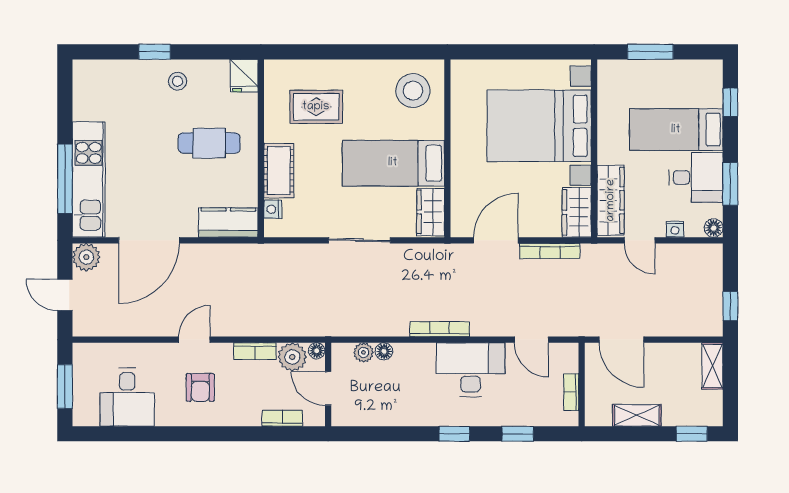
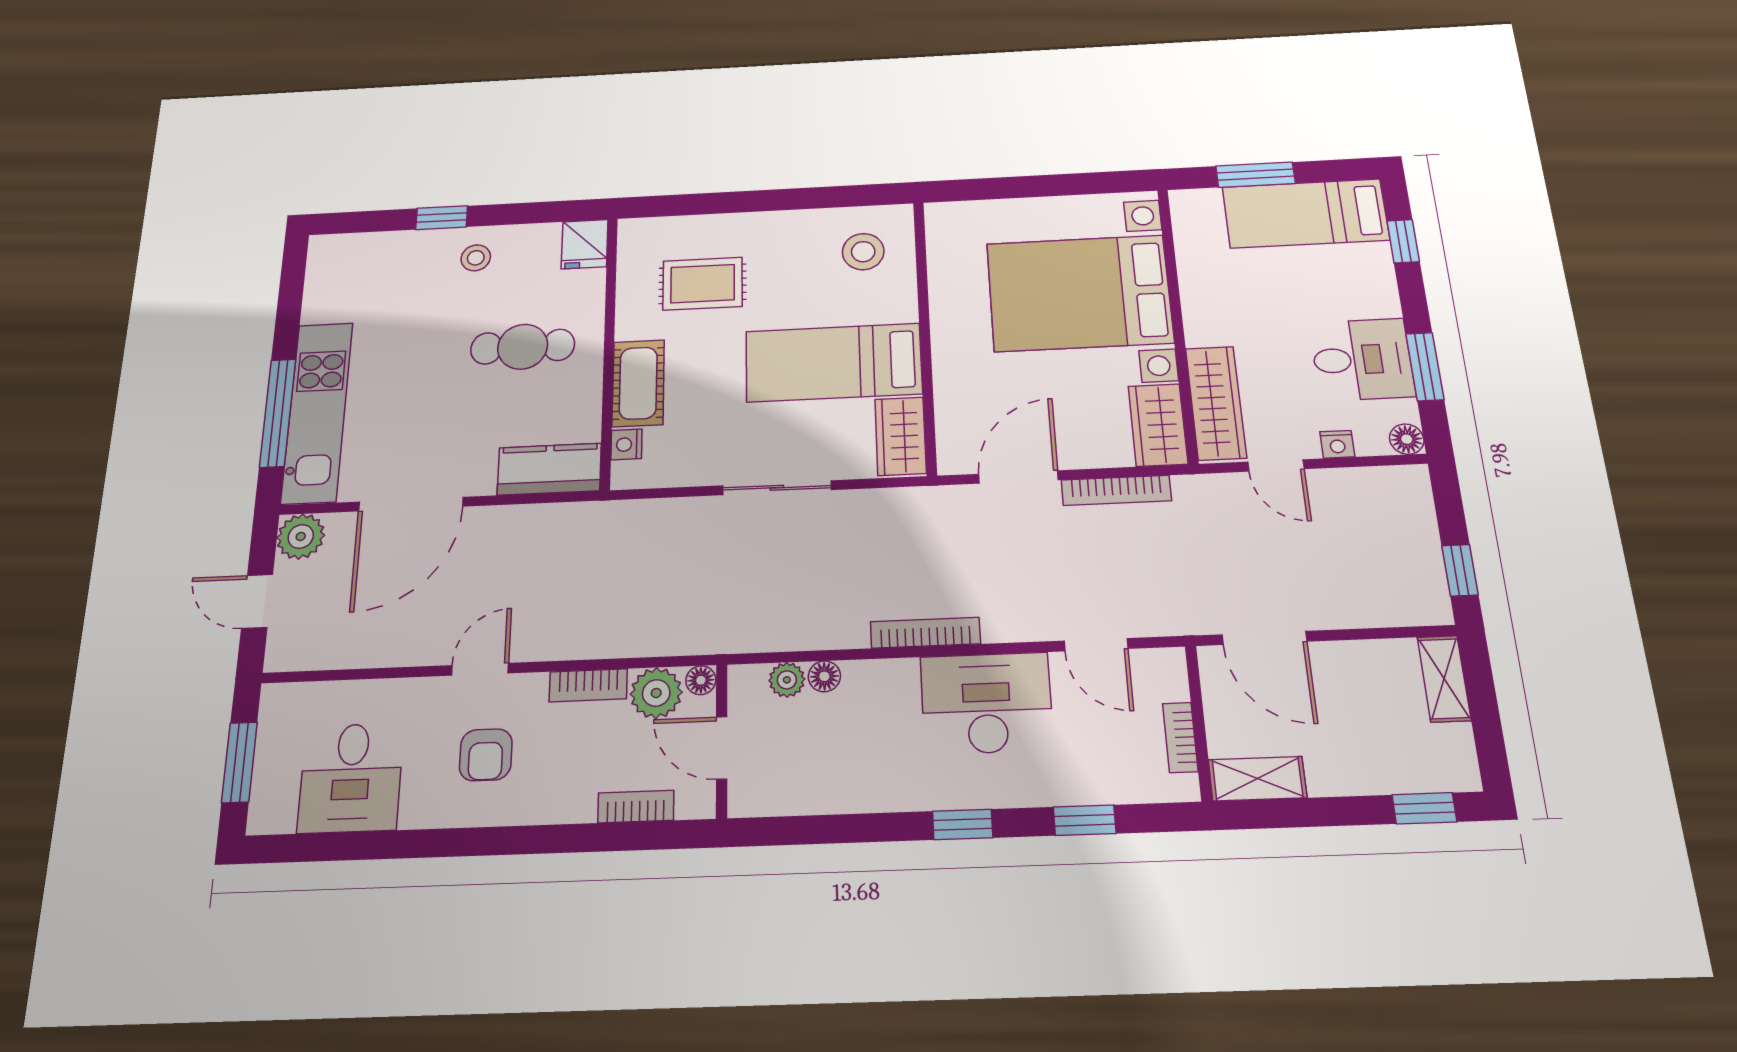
stool: (413, 91) -> (863, 252), width x0.73, depth x0.73
bed: (676, 130) -> (1305, 213), moved
shelving: (637, 415) -> (1257, 779), moved

